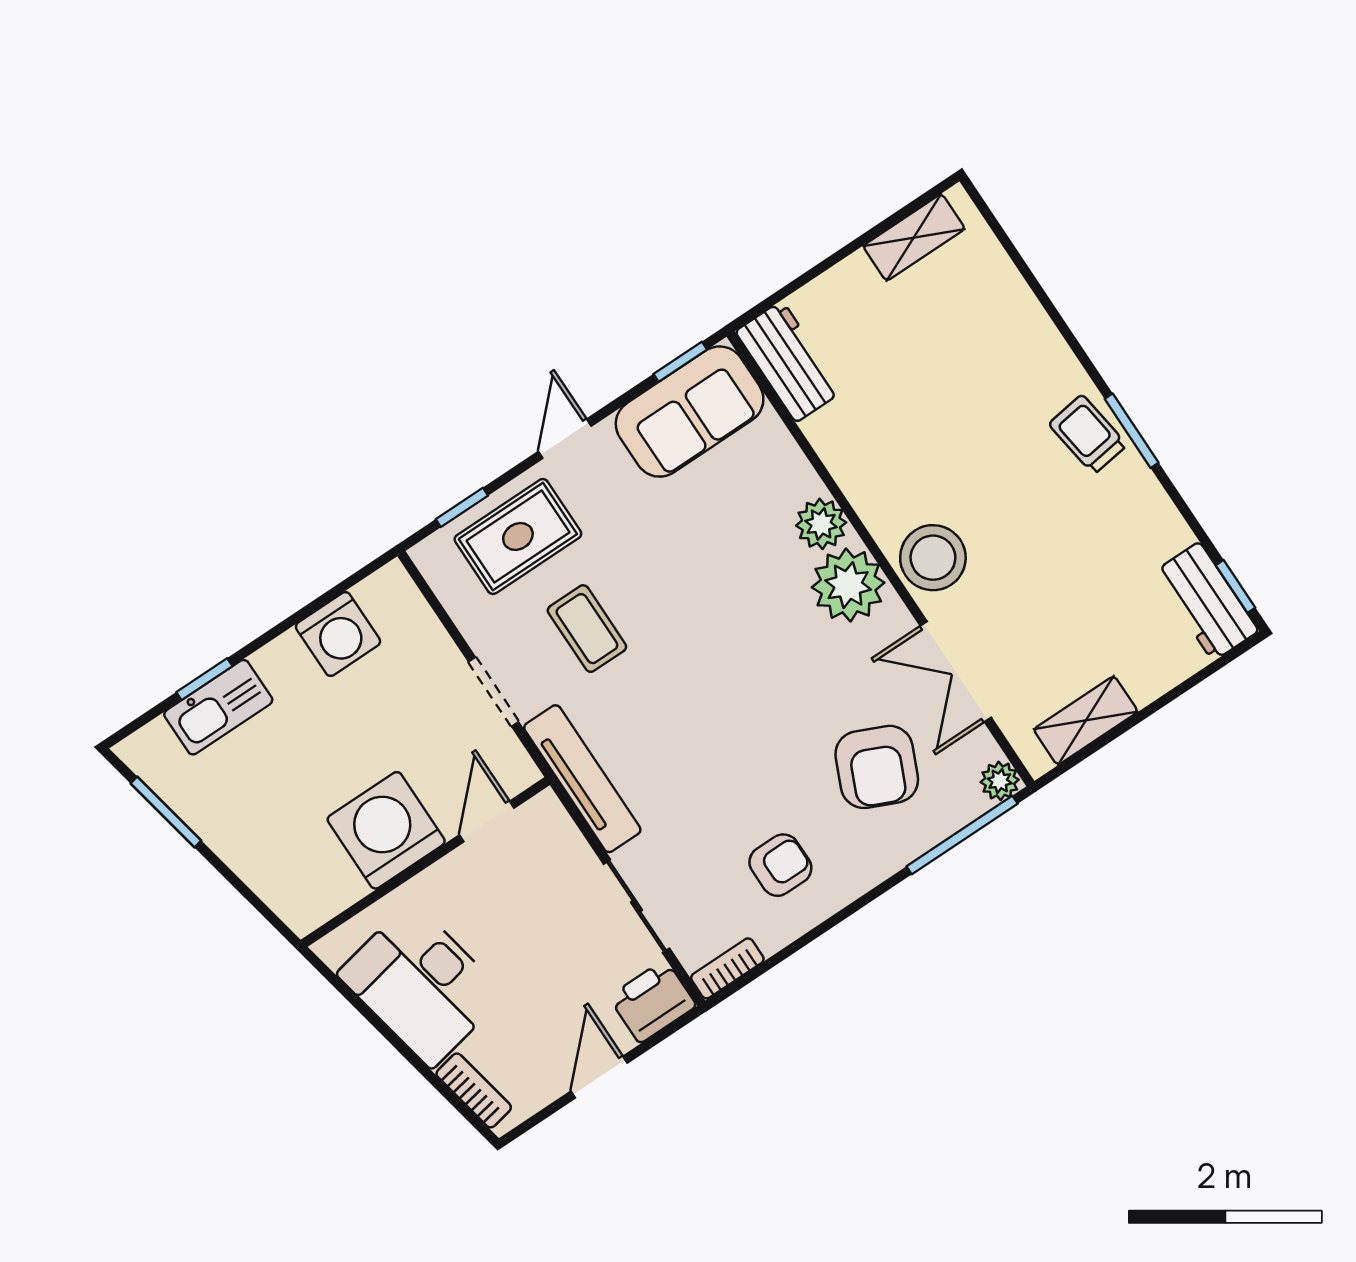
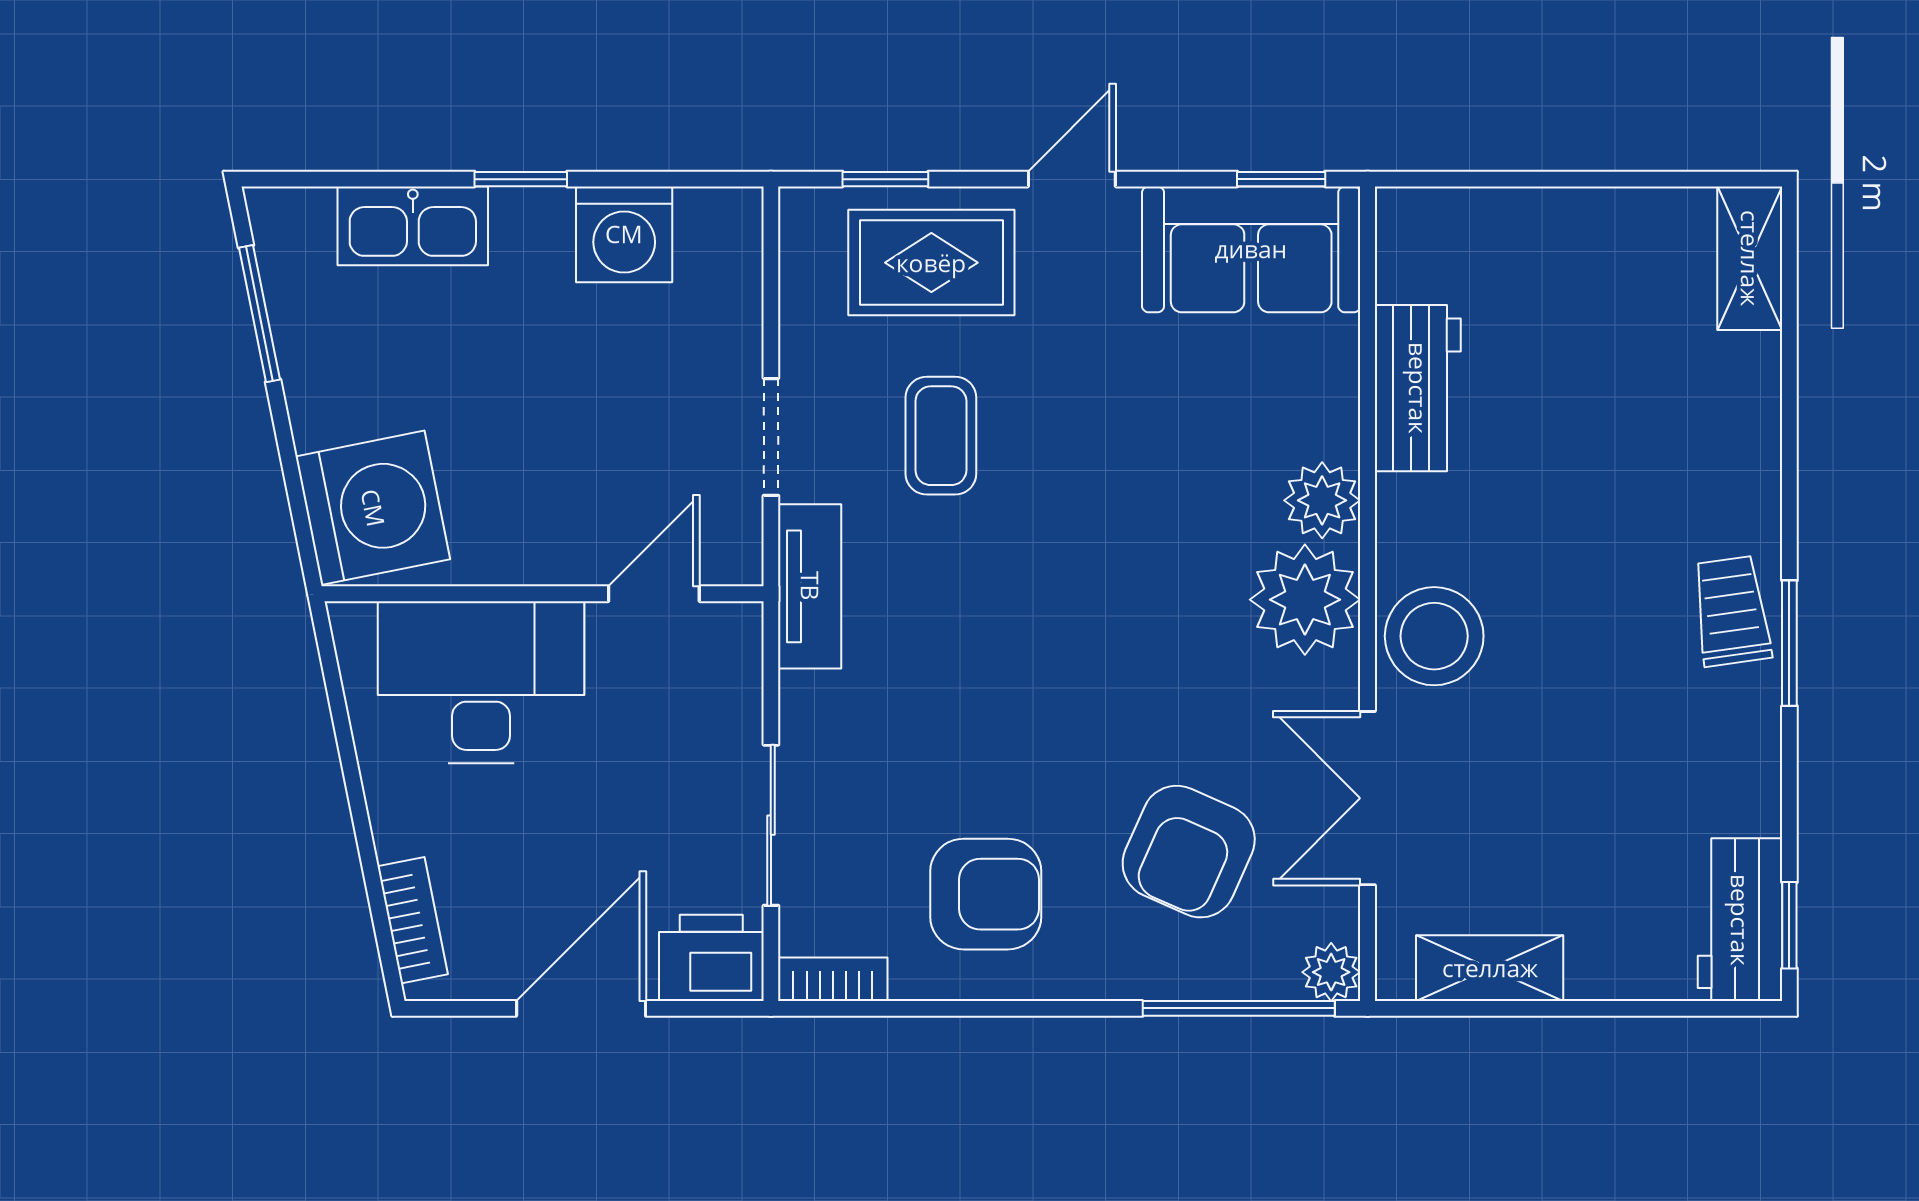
shelving: (914, 237) -> (1750, 258), moved, turned 90
workbench: (789, 361) -> (1418, 388), moved
window: (204, 679) -> (521, 179), moved
tv unit: (582, 779) -> (810, 586), width x0.71
washing machine: (386, 830) -> (373, 508), moved, turned 79
armchair: (780, 865) -> (986, 894), width x1.38, depth x1.38
desk: (421, 984) -> (481, 682), moved, turned 101
door: (599, 1077) -> (581, 1008), width x1.38

